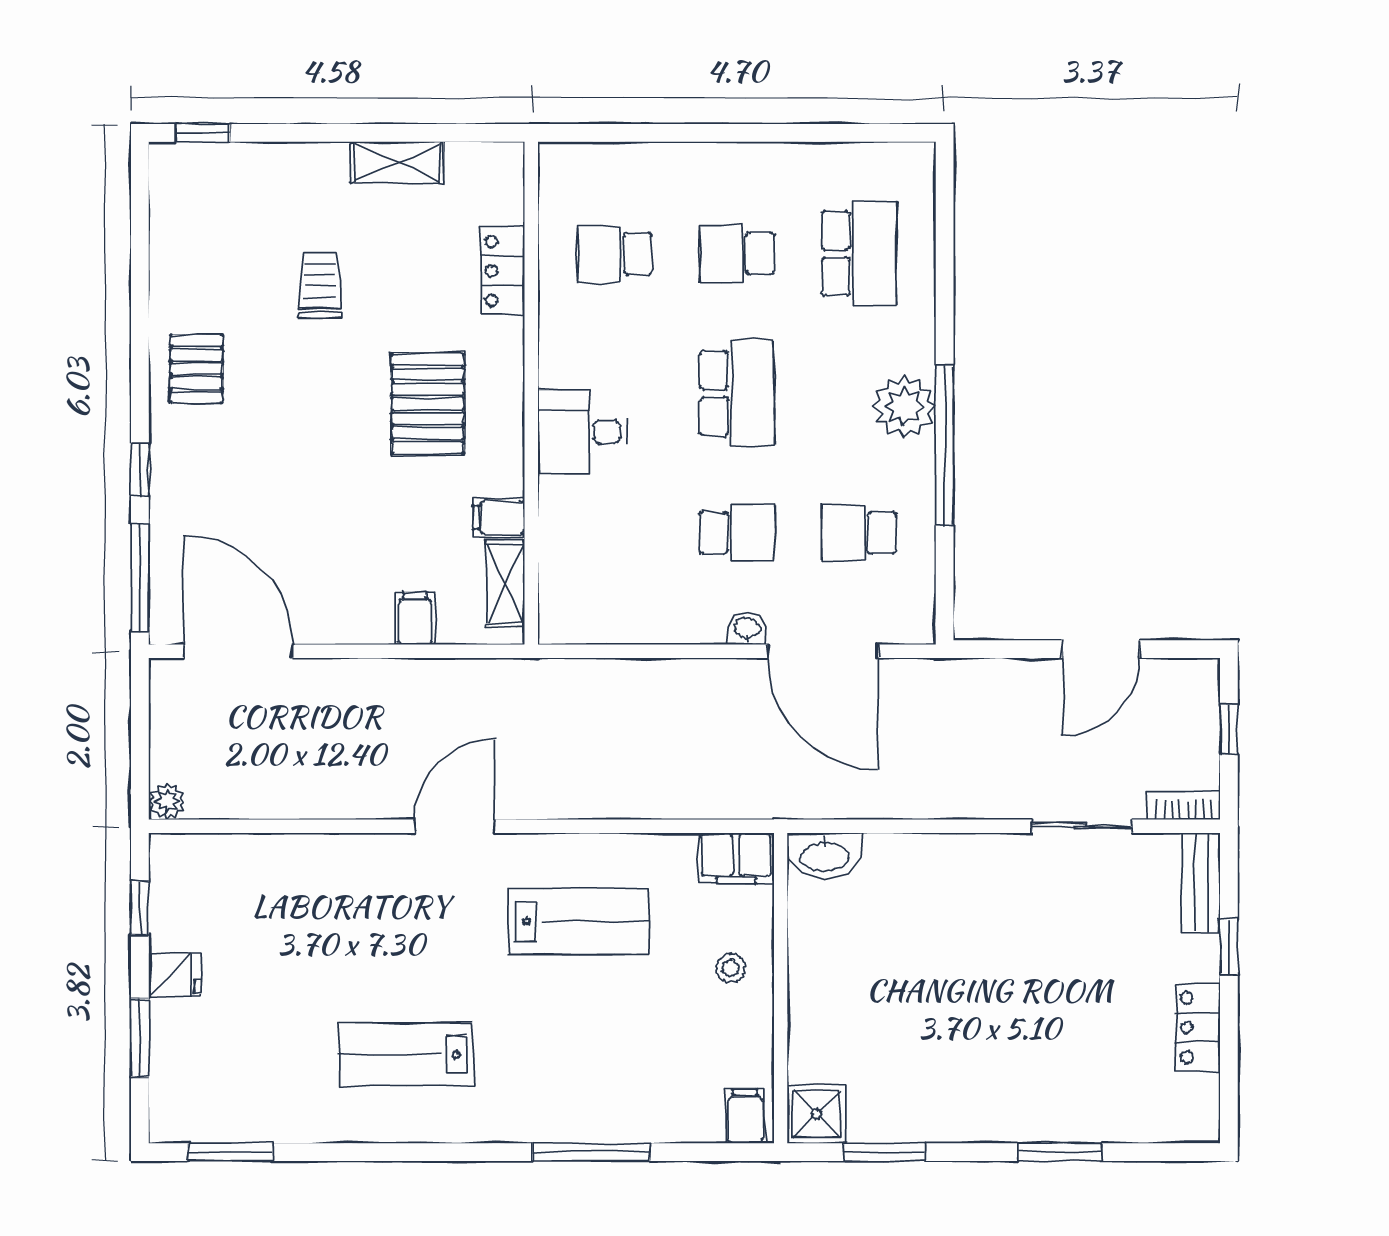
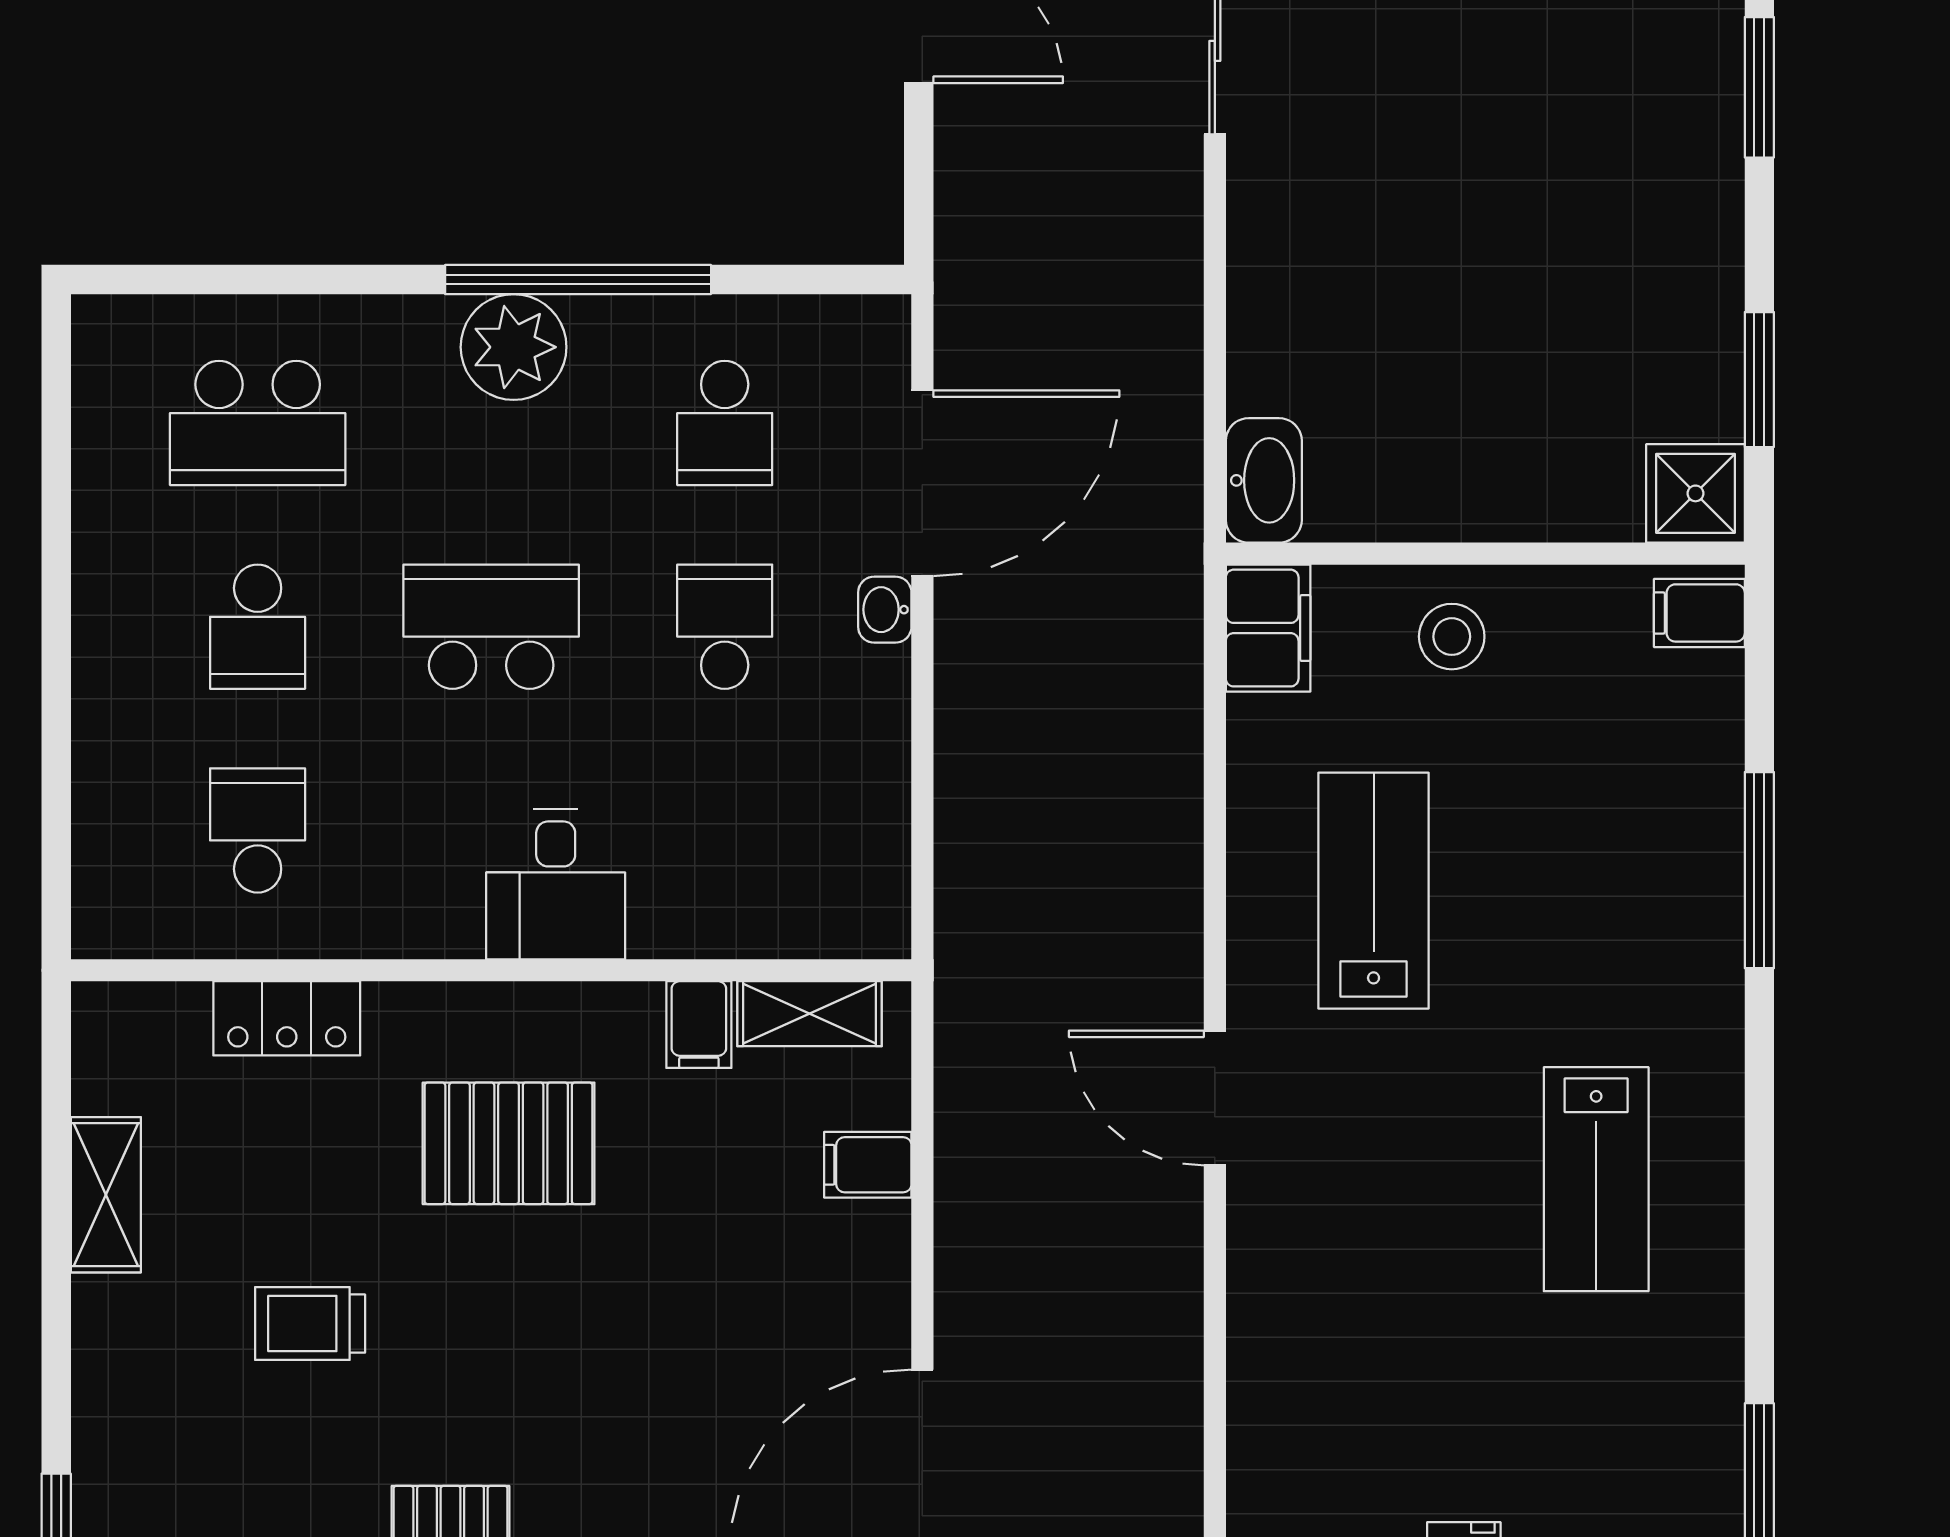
school desk: (615, 253) -> (258, 830), turned 180
school desk: (859, 253) -> (258, 423), turned 180
stool: (731, 968) -> (1452, 637), width x1.37, depth x1.37

